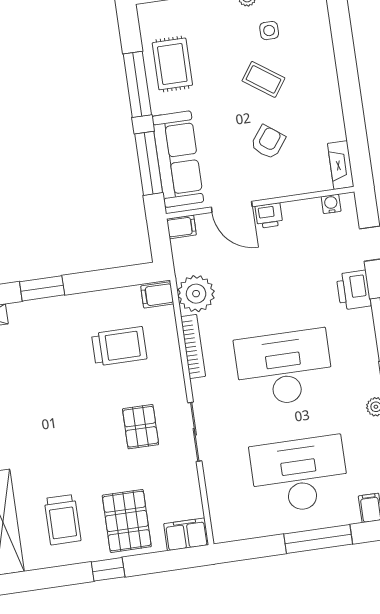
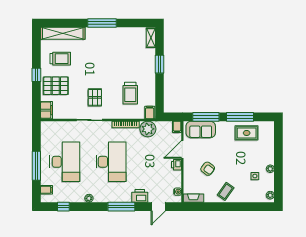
coffee table: (263, 79) -> (226, 191), moved
sofa: (178, 159) -> (201, 129), width x0.73
pallet: (141, 427) -> (95, 97), turned 90
trolley: (62, 520) -> (60, 59), turned 180

